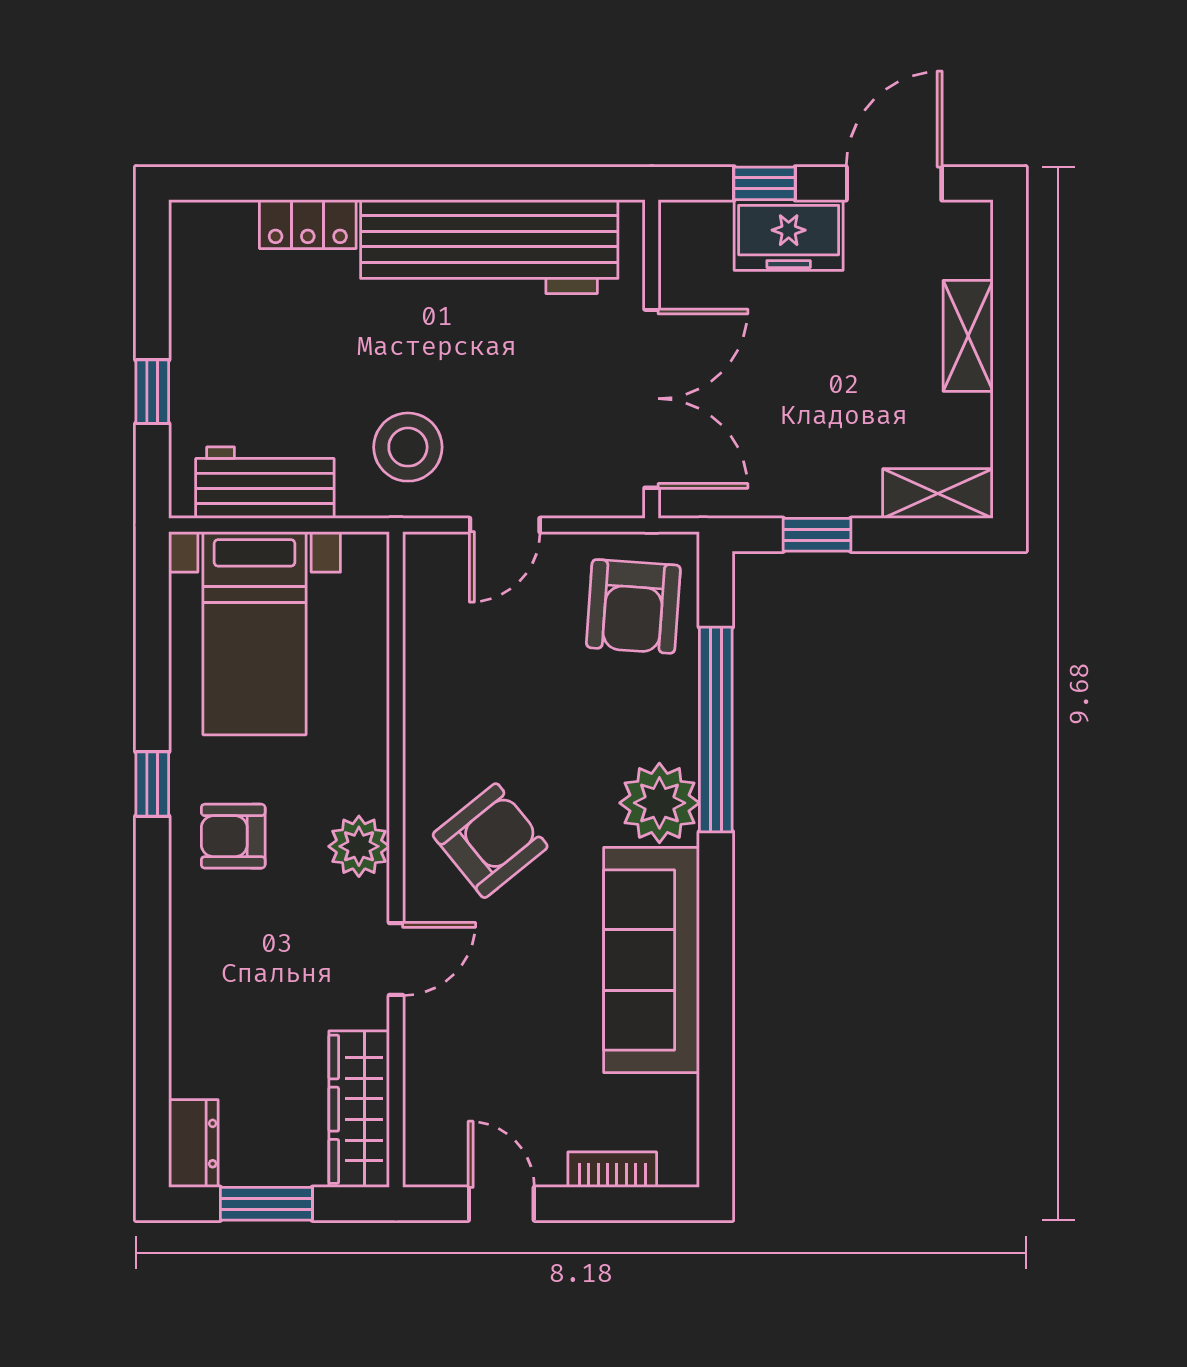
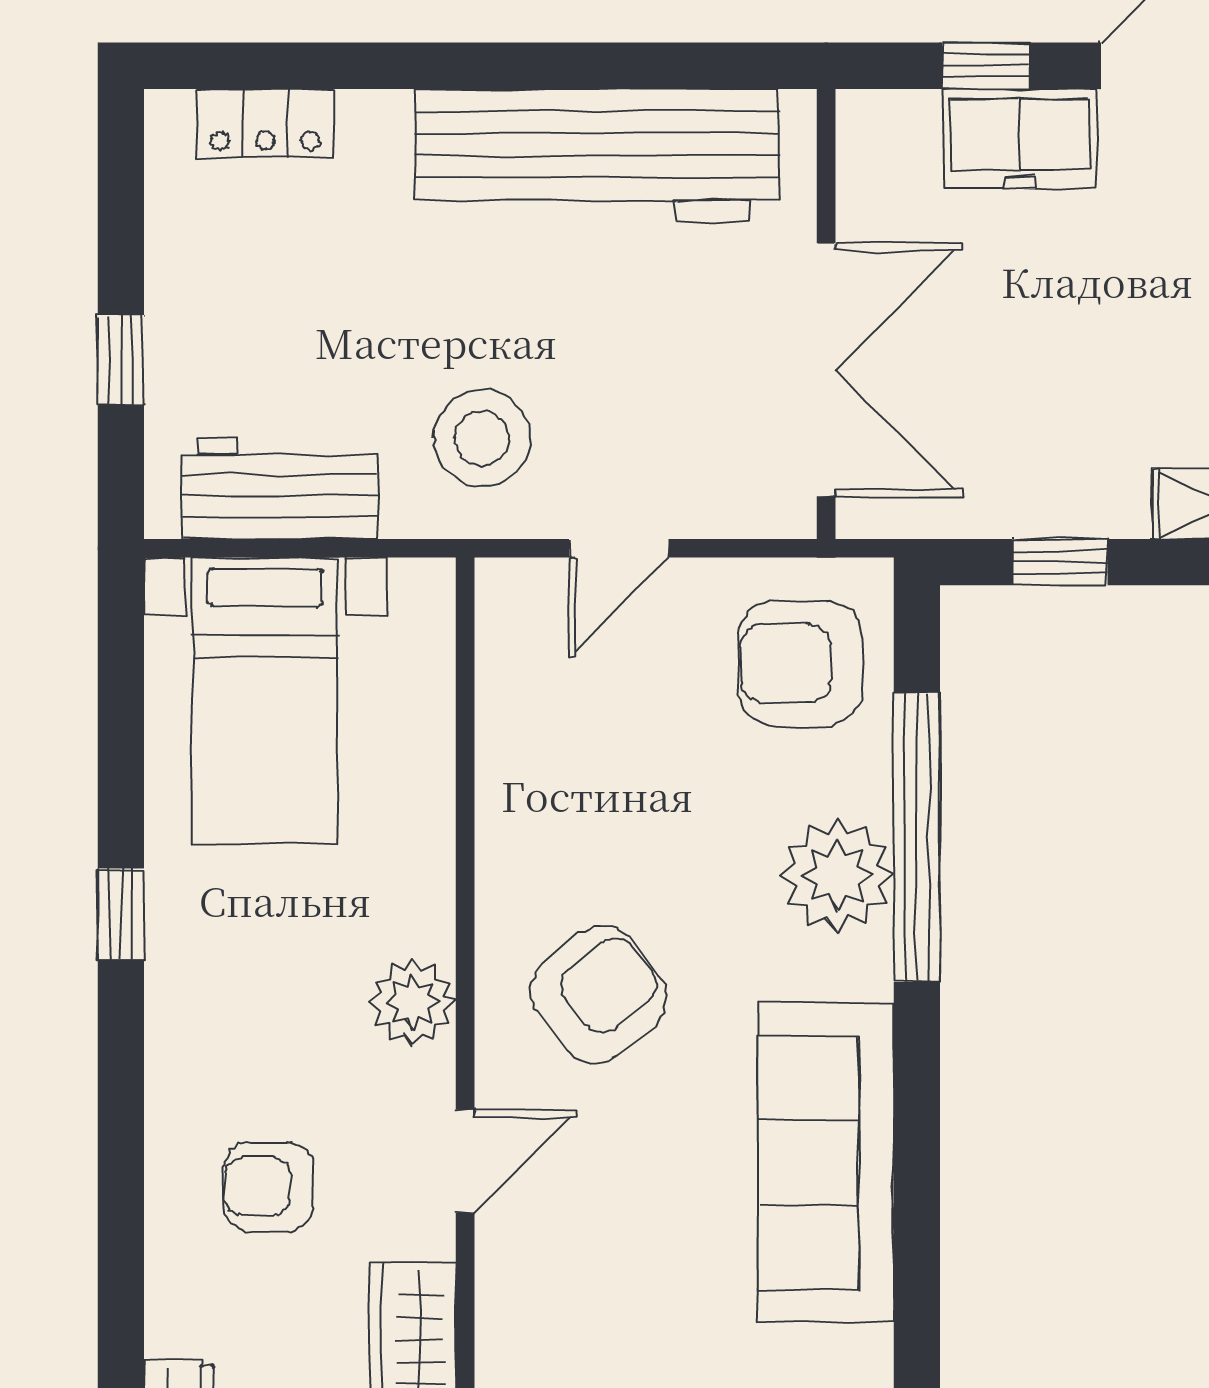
locker: (308, 224) -> (265, 123), moved
armchair: (633, 606) -> (800, 663), turned 86
plant: (659, 803) -> (837, 875), moved
armchair: (233, 836) -> (269, 1187), moved

